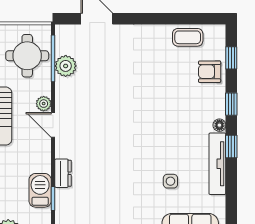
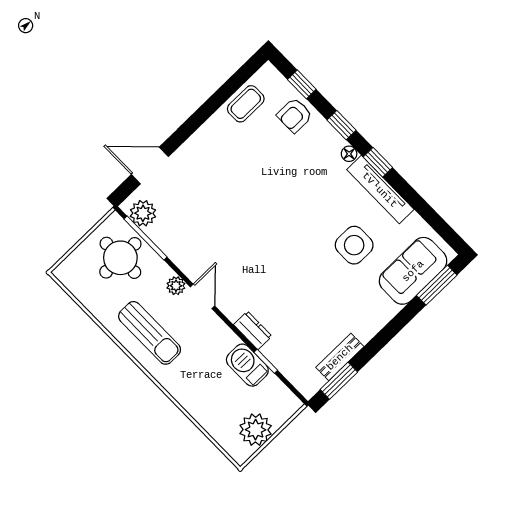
plant: (66, 66) -> (143, 213), moved
door: (53, 125) -> (202, 296), swing flipped
side table: (170, 181) -> (354, 245), width x1.87, depth x1.87

